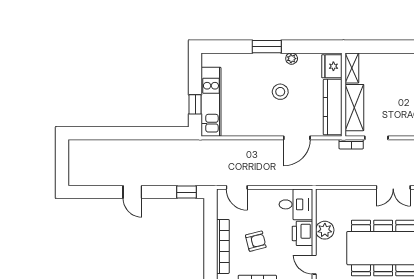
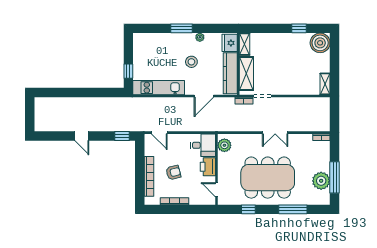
kitchen unit: (211, 102) -> (159, 88), moved, turned -90
plant: (325, 230) -> (224, 145), moved

